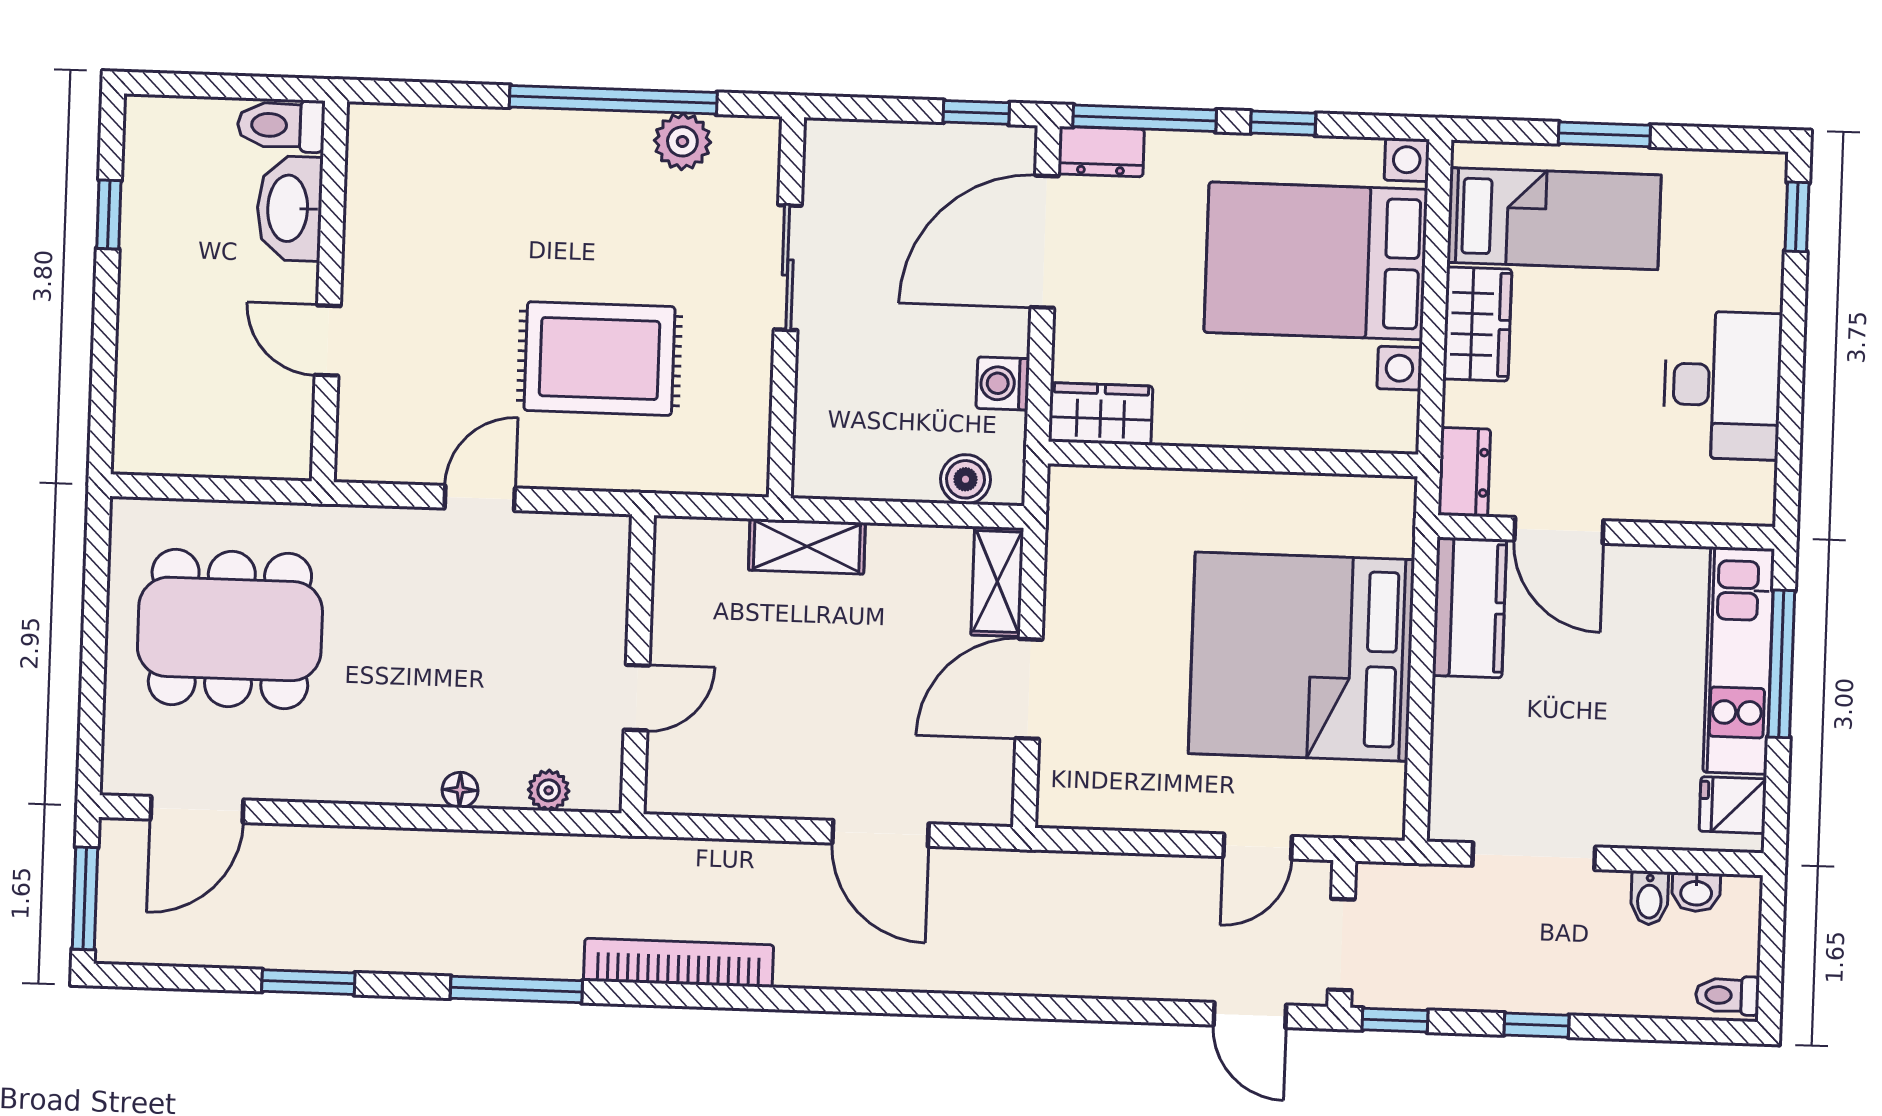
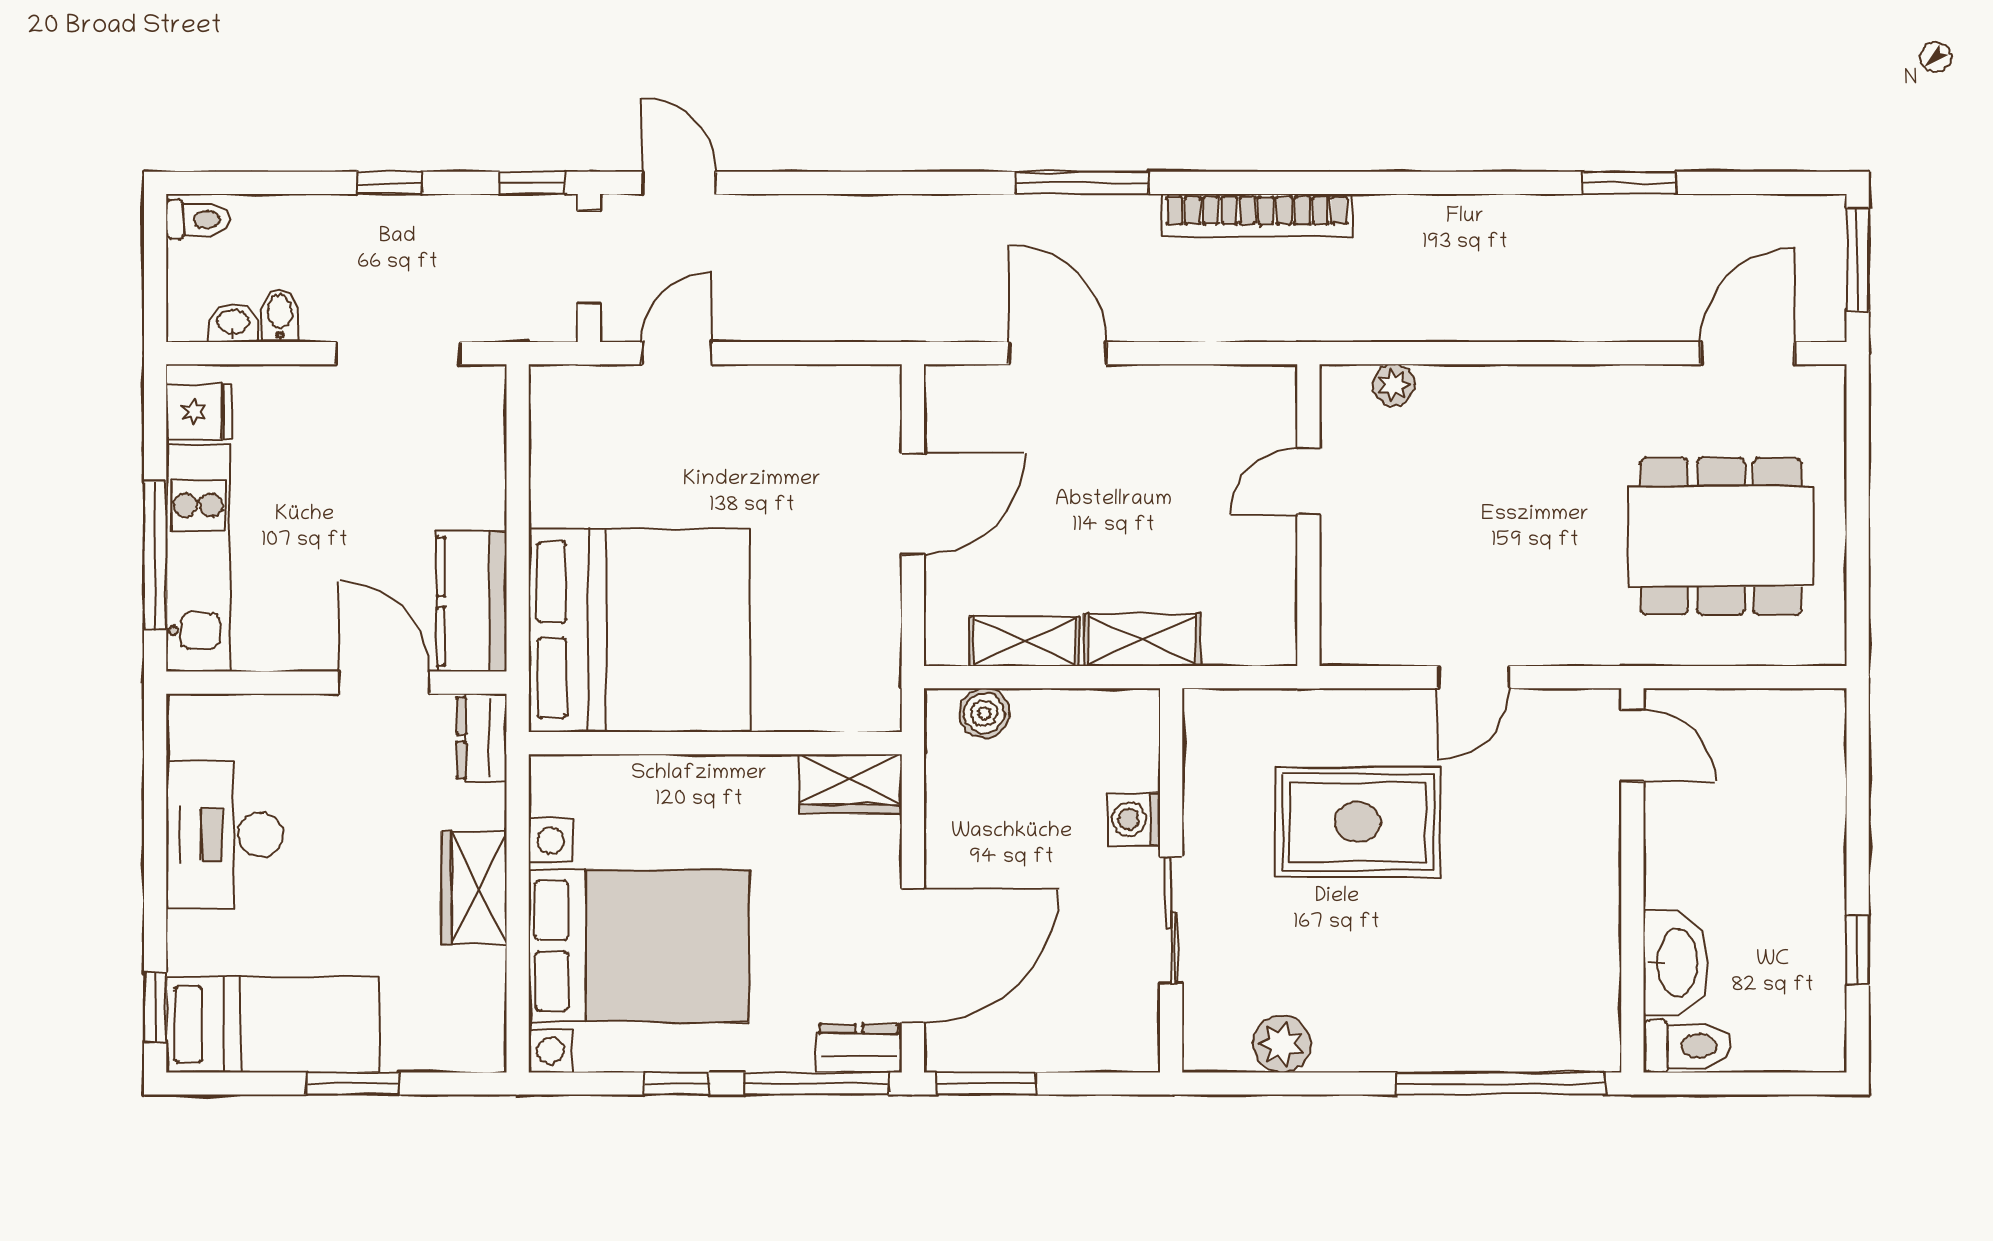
window: (613, 100) -> (1501, 1084), moved
window: (976, 112) -> (986, 1084), width x1.50
bed: (1554, 219) -> (273, 1025), moved, turned 180
door: (328, 341) -> (1632, 745), moved
washing machine: (1003, 383) -> (1134, 819), moved, turned 180
shelving: (997, 582) -> (1025, 641), moved, turned 90
bed: (1301, 657) -> (639, 630), moved
floor lamp: (460, 790) -> (1483, 382), removed
window: (516, 989) -> (1082, 183), moved

